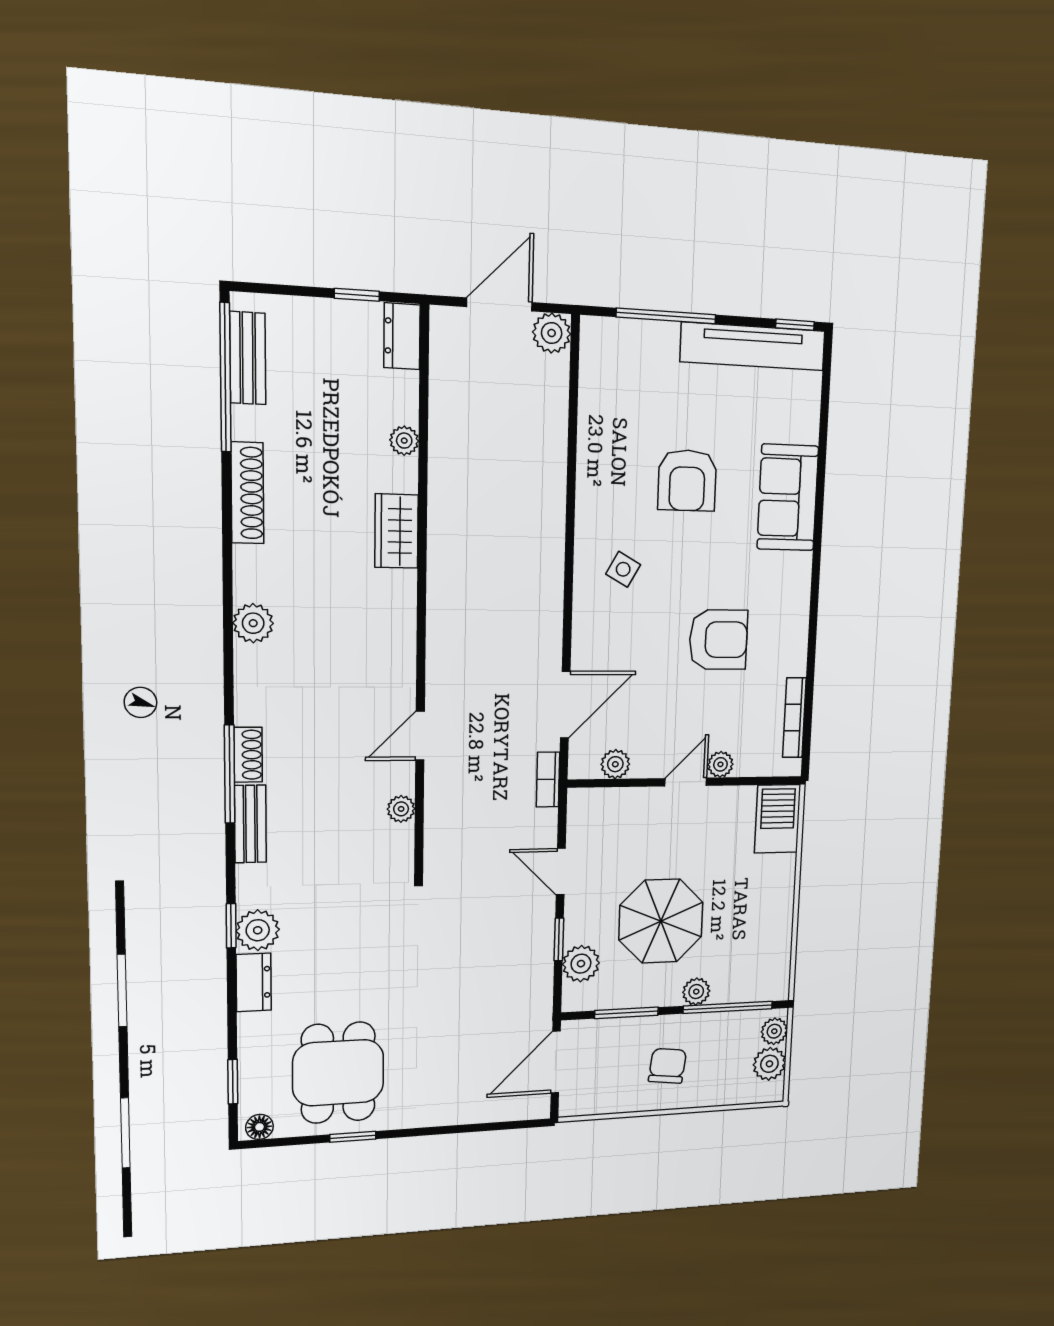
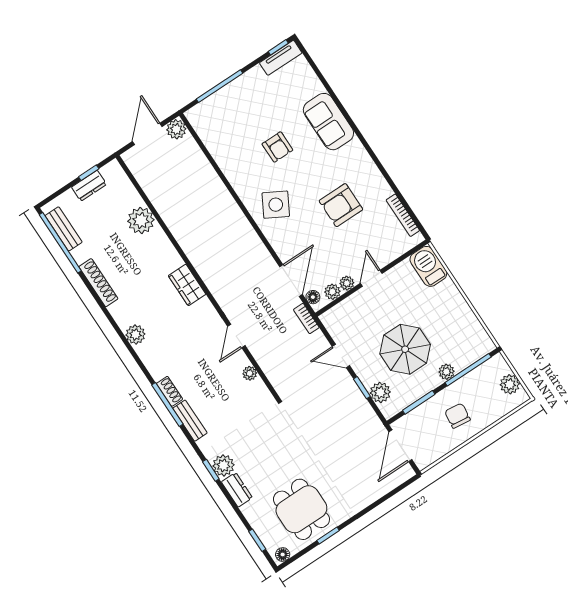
dresser: (402, 336) -> (89, 186), moved, turned -90
tv unit: (753, 346) -> (281, 58), width x0.52, depth x0.78
plant: (404, 441) -> (141, 220), width x1.87, depth x1.87
armchair: (687, 480) -> (277, 147), width x0.72, depth x0.72
wardrobe: (397, 531) -> (187, 285), moved
side table: (623, 569) -> (276, 205), width x1.87, depth x1.87
armchair: (718, 640) -> (341, 205), turned 180
floor lamp: (581, 753) -> (313, 297), added
plant: (720, 764) -> (347, 283), moved
plant: (774, 1031) -> (501, 367), removed

